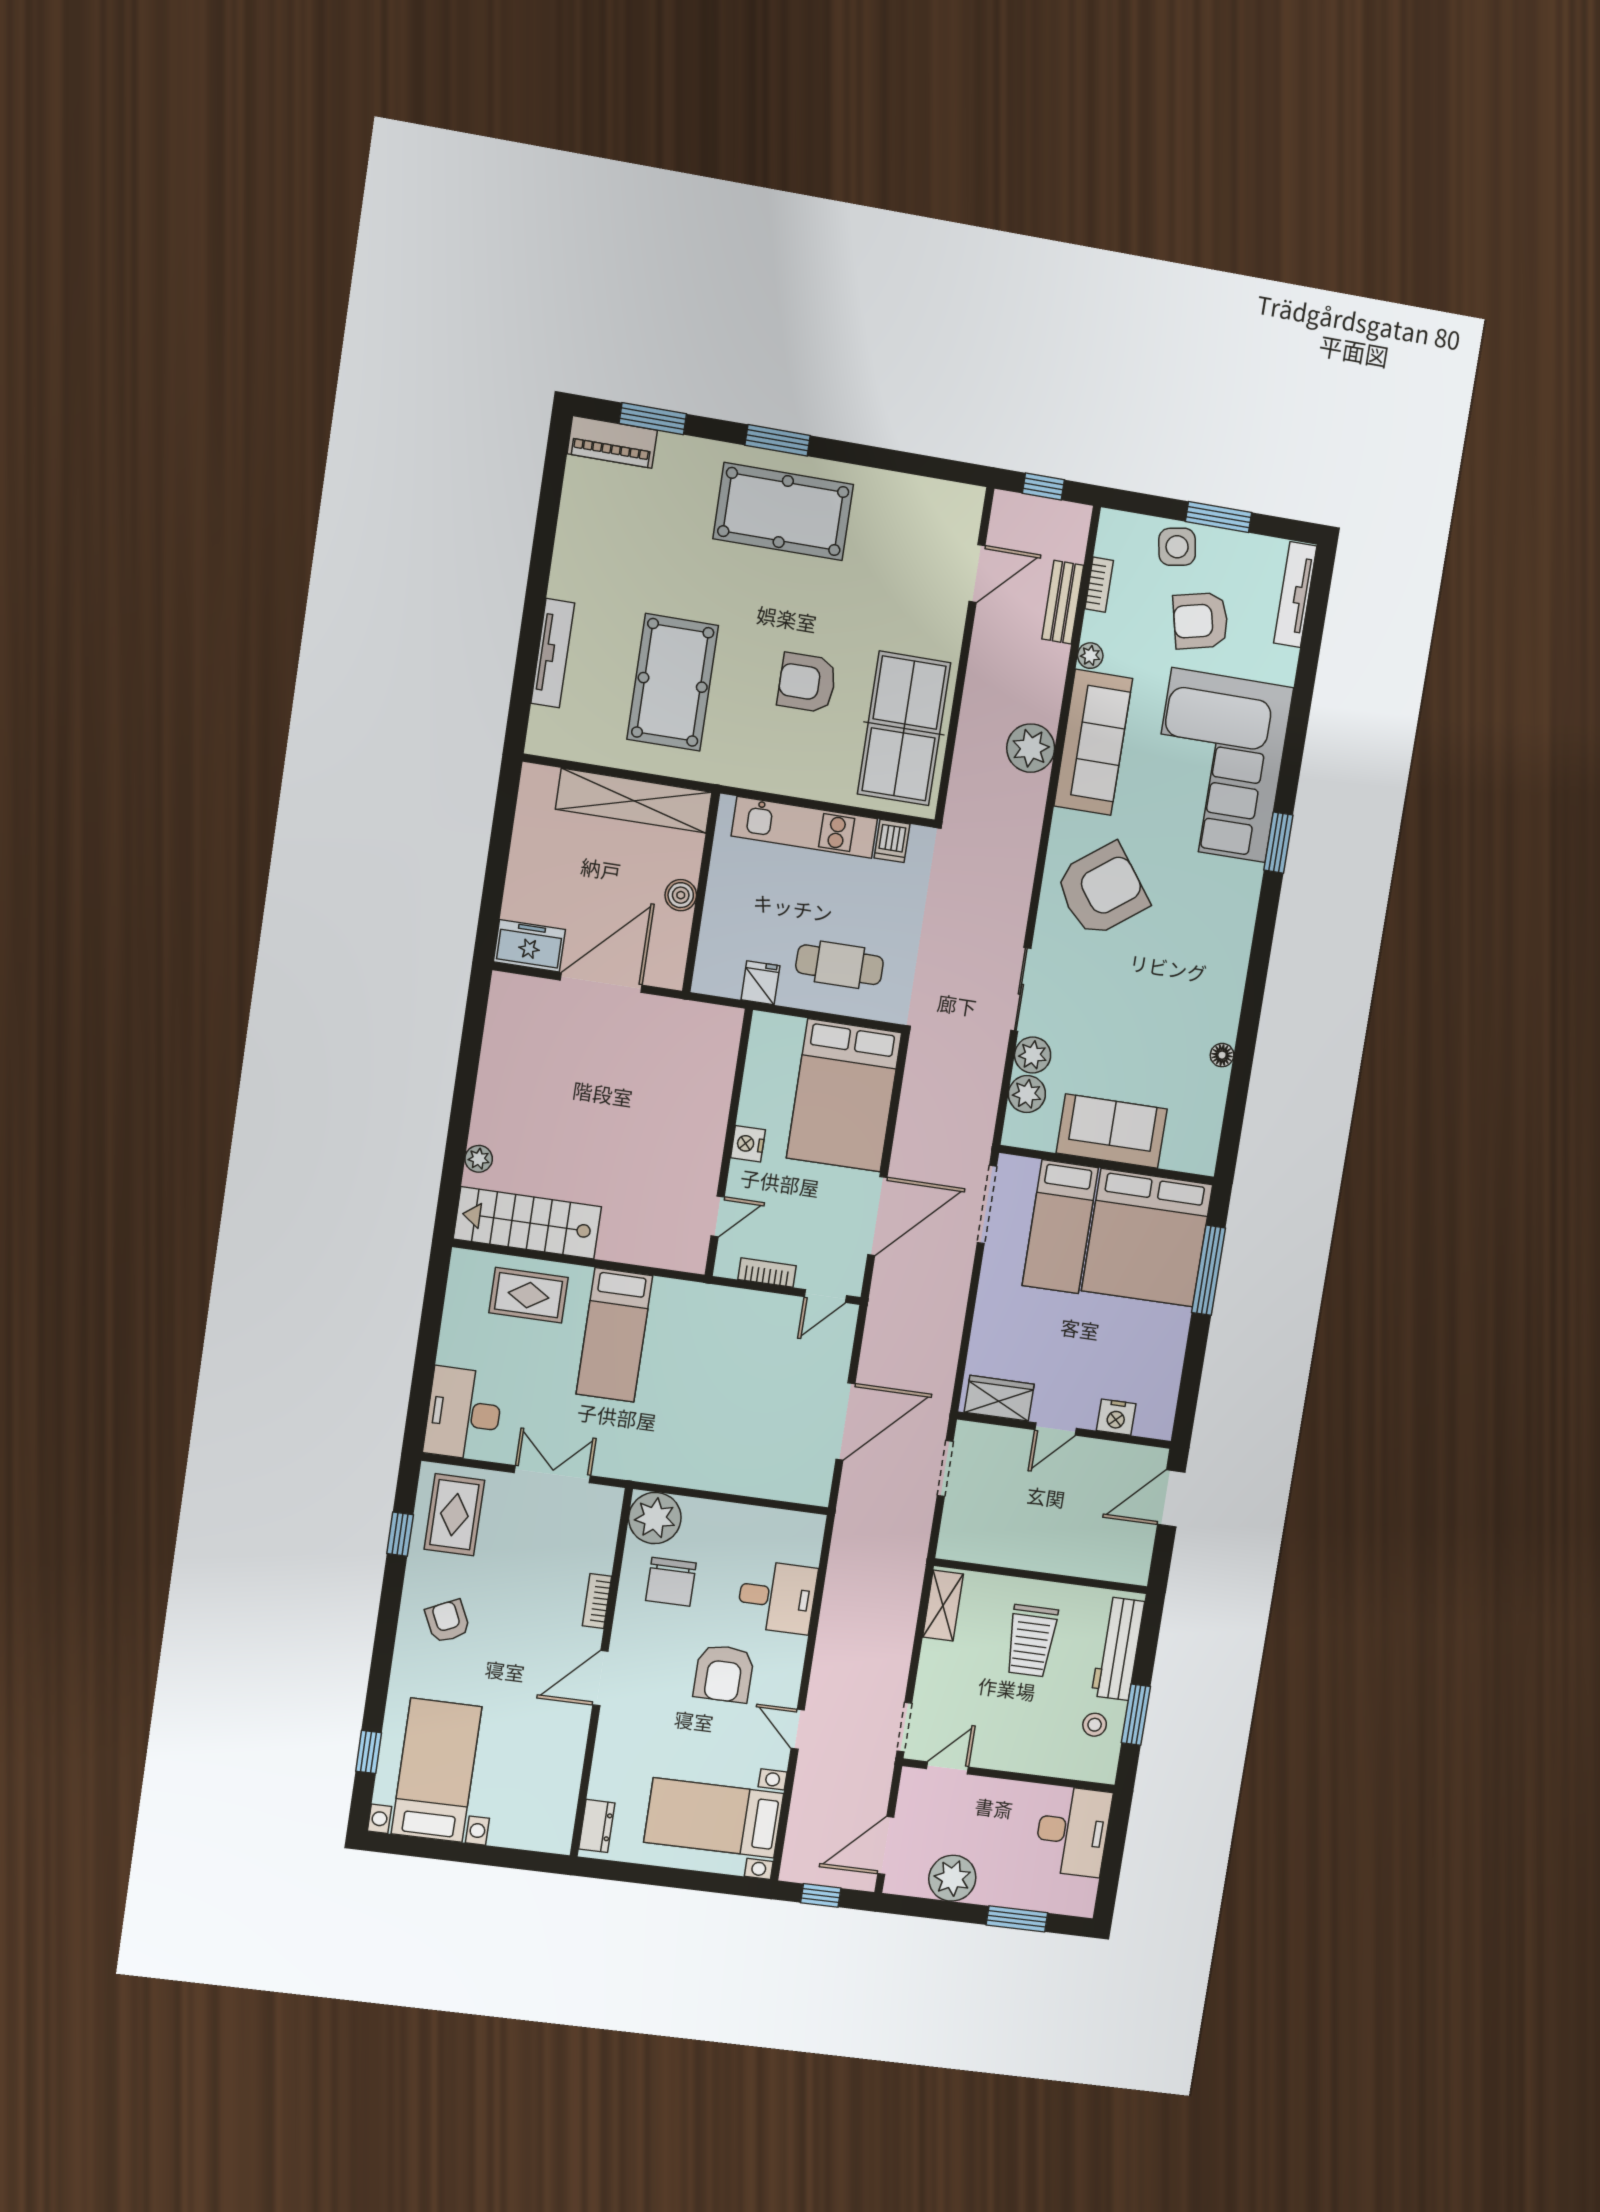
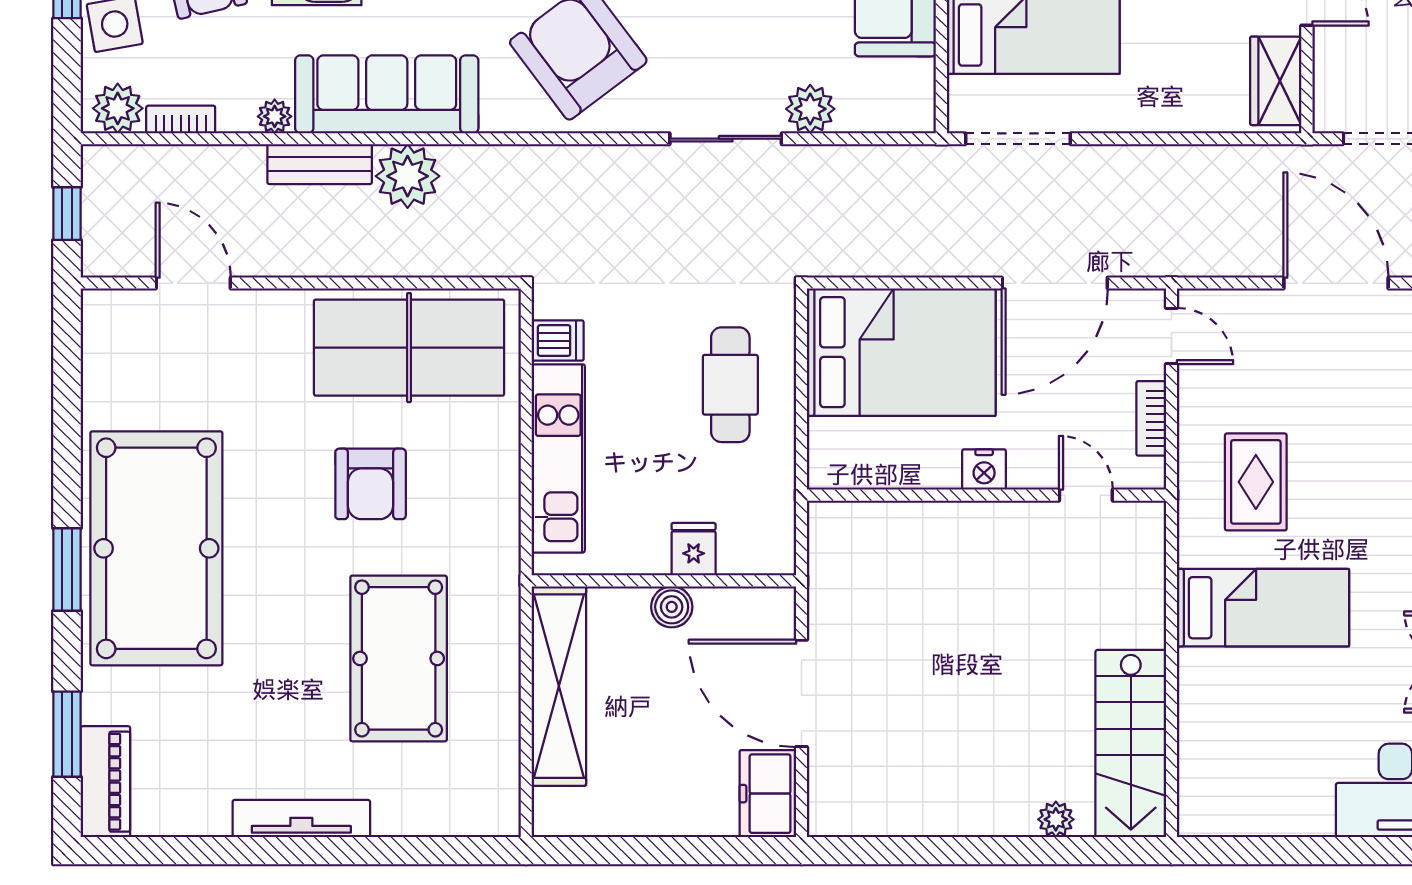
pool table: (783, 512) -> (156, 548), width x1.36, depth x1.32
bench: (1063, 602) -> (320, 164), moved
tv unit: (553, 653) -> (301, 819), moved
pool table: (673, 682) -> (399, 658), turned 90
fridge: (760, 983) -> (694, 549), moved, turned 90
plant: (1027, 1094) -> (118, 108), moved
door: (877, 1216) -> (1055, 283), swing flipped
rug: (529, 1295) -> (1256, 482), moved

